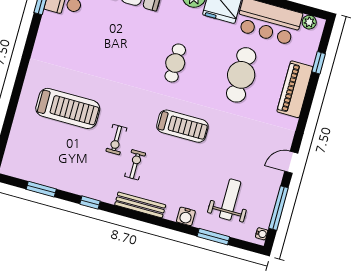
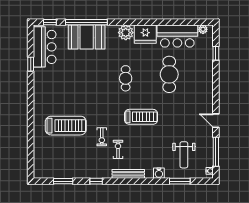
piano: (295, 89) -> (206, 74), removed
door: (291, 162) -> (216, 121), hinge flipped
weight bench: (230, 200) -> (184, 155), turned 180

